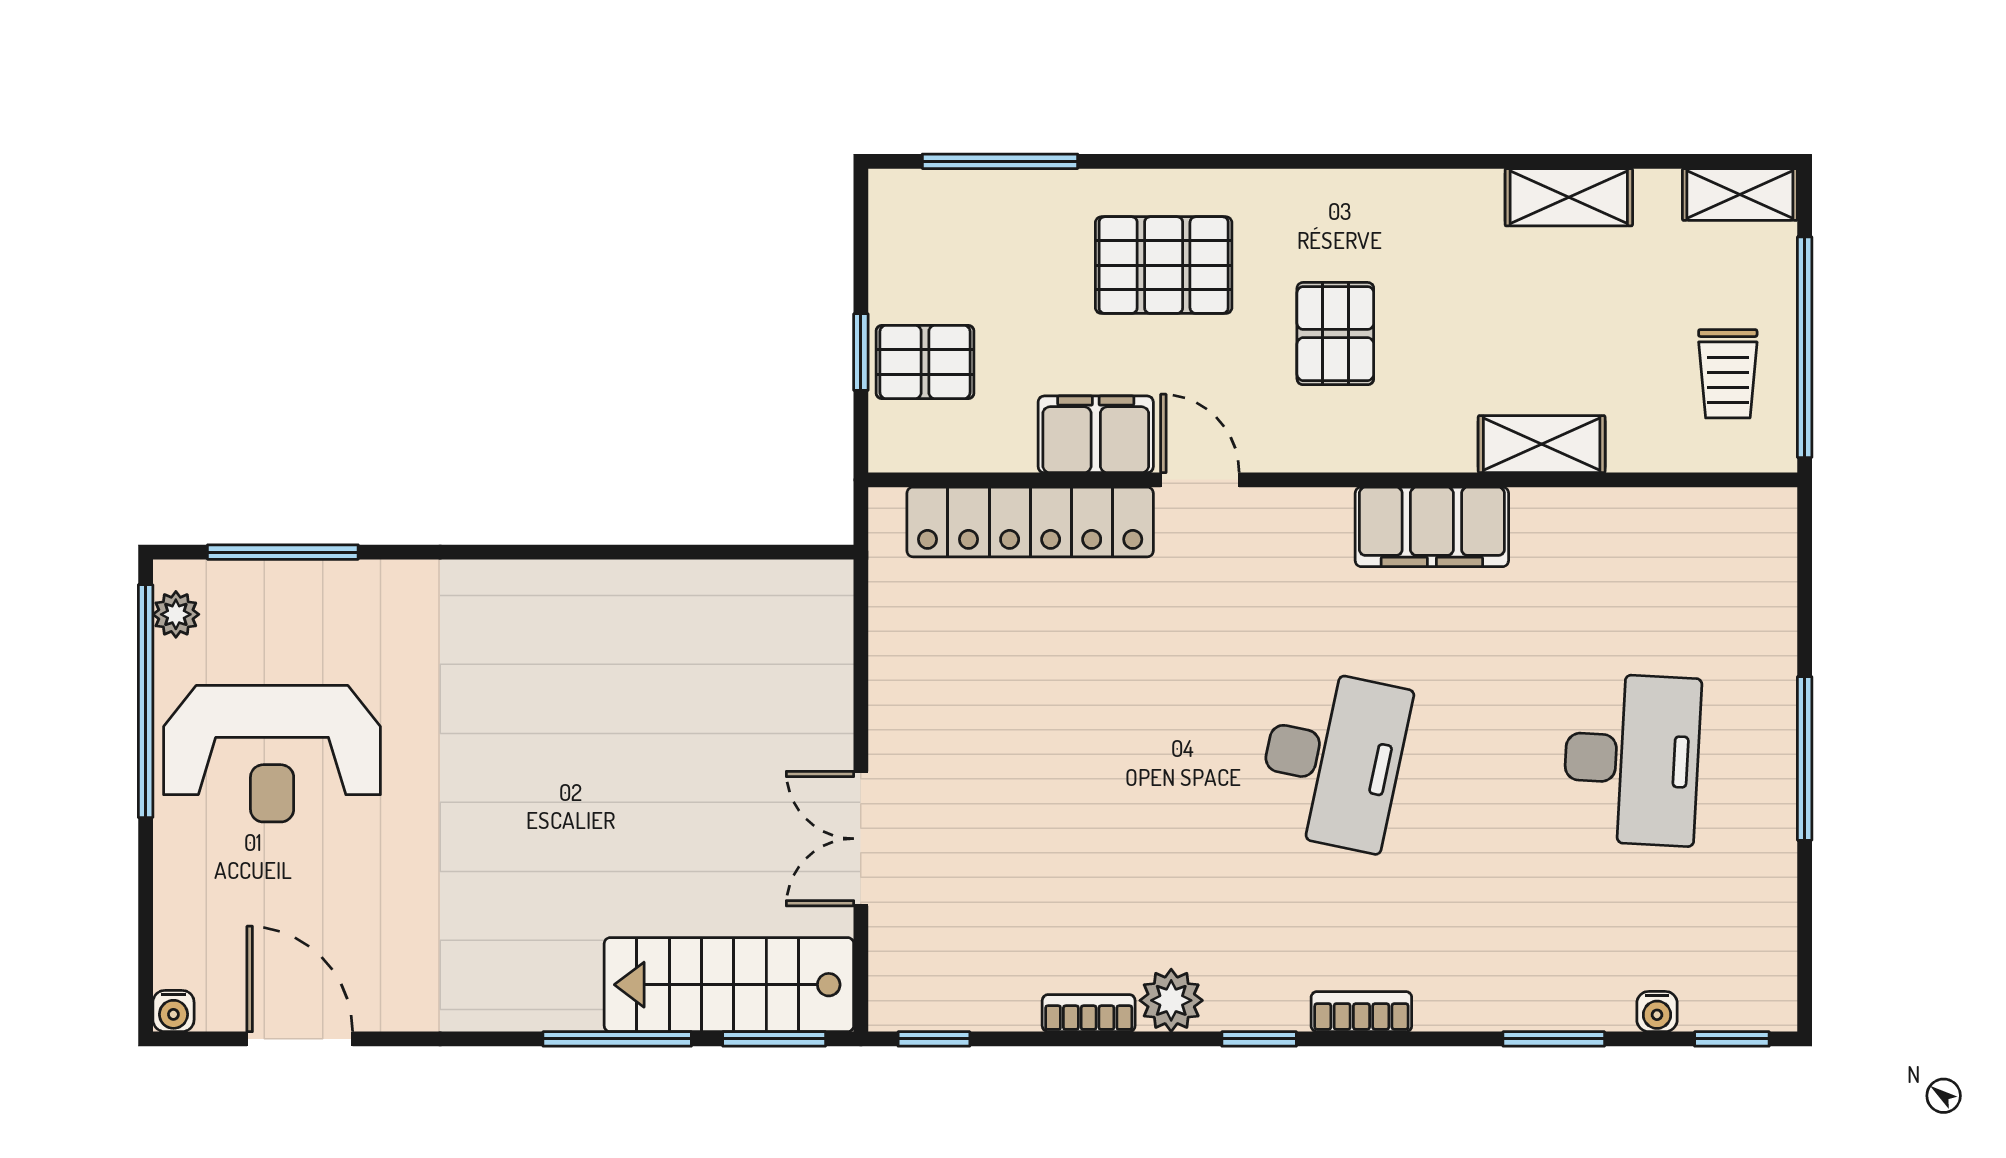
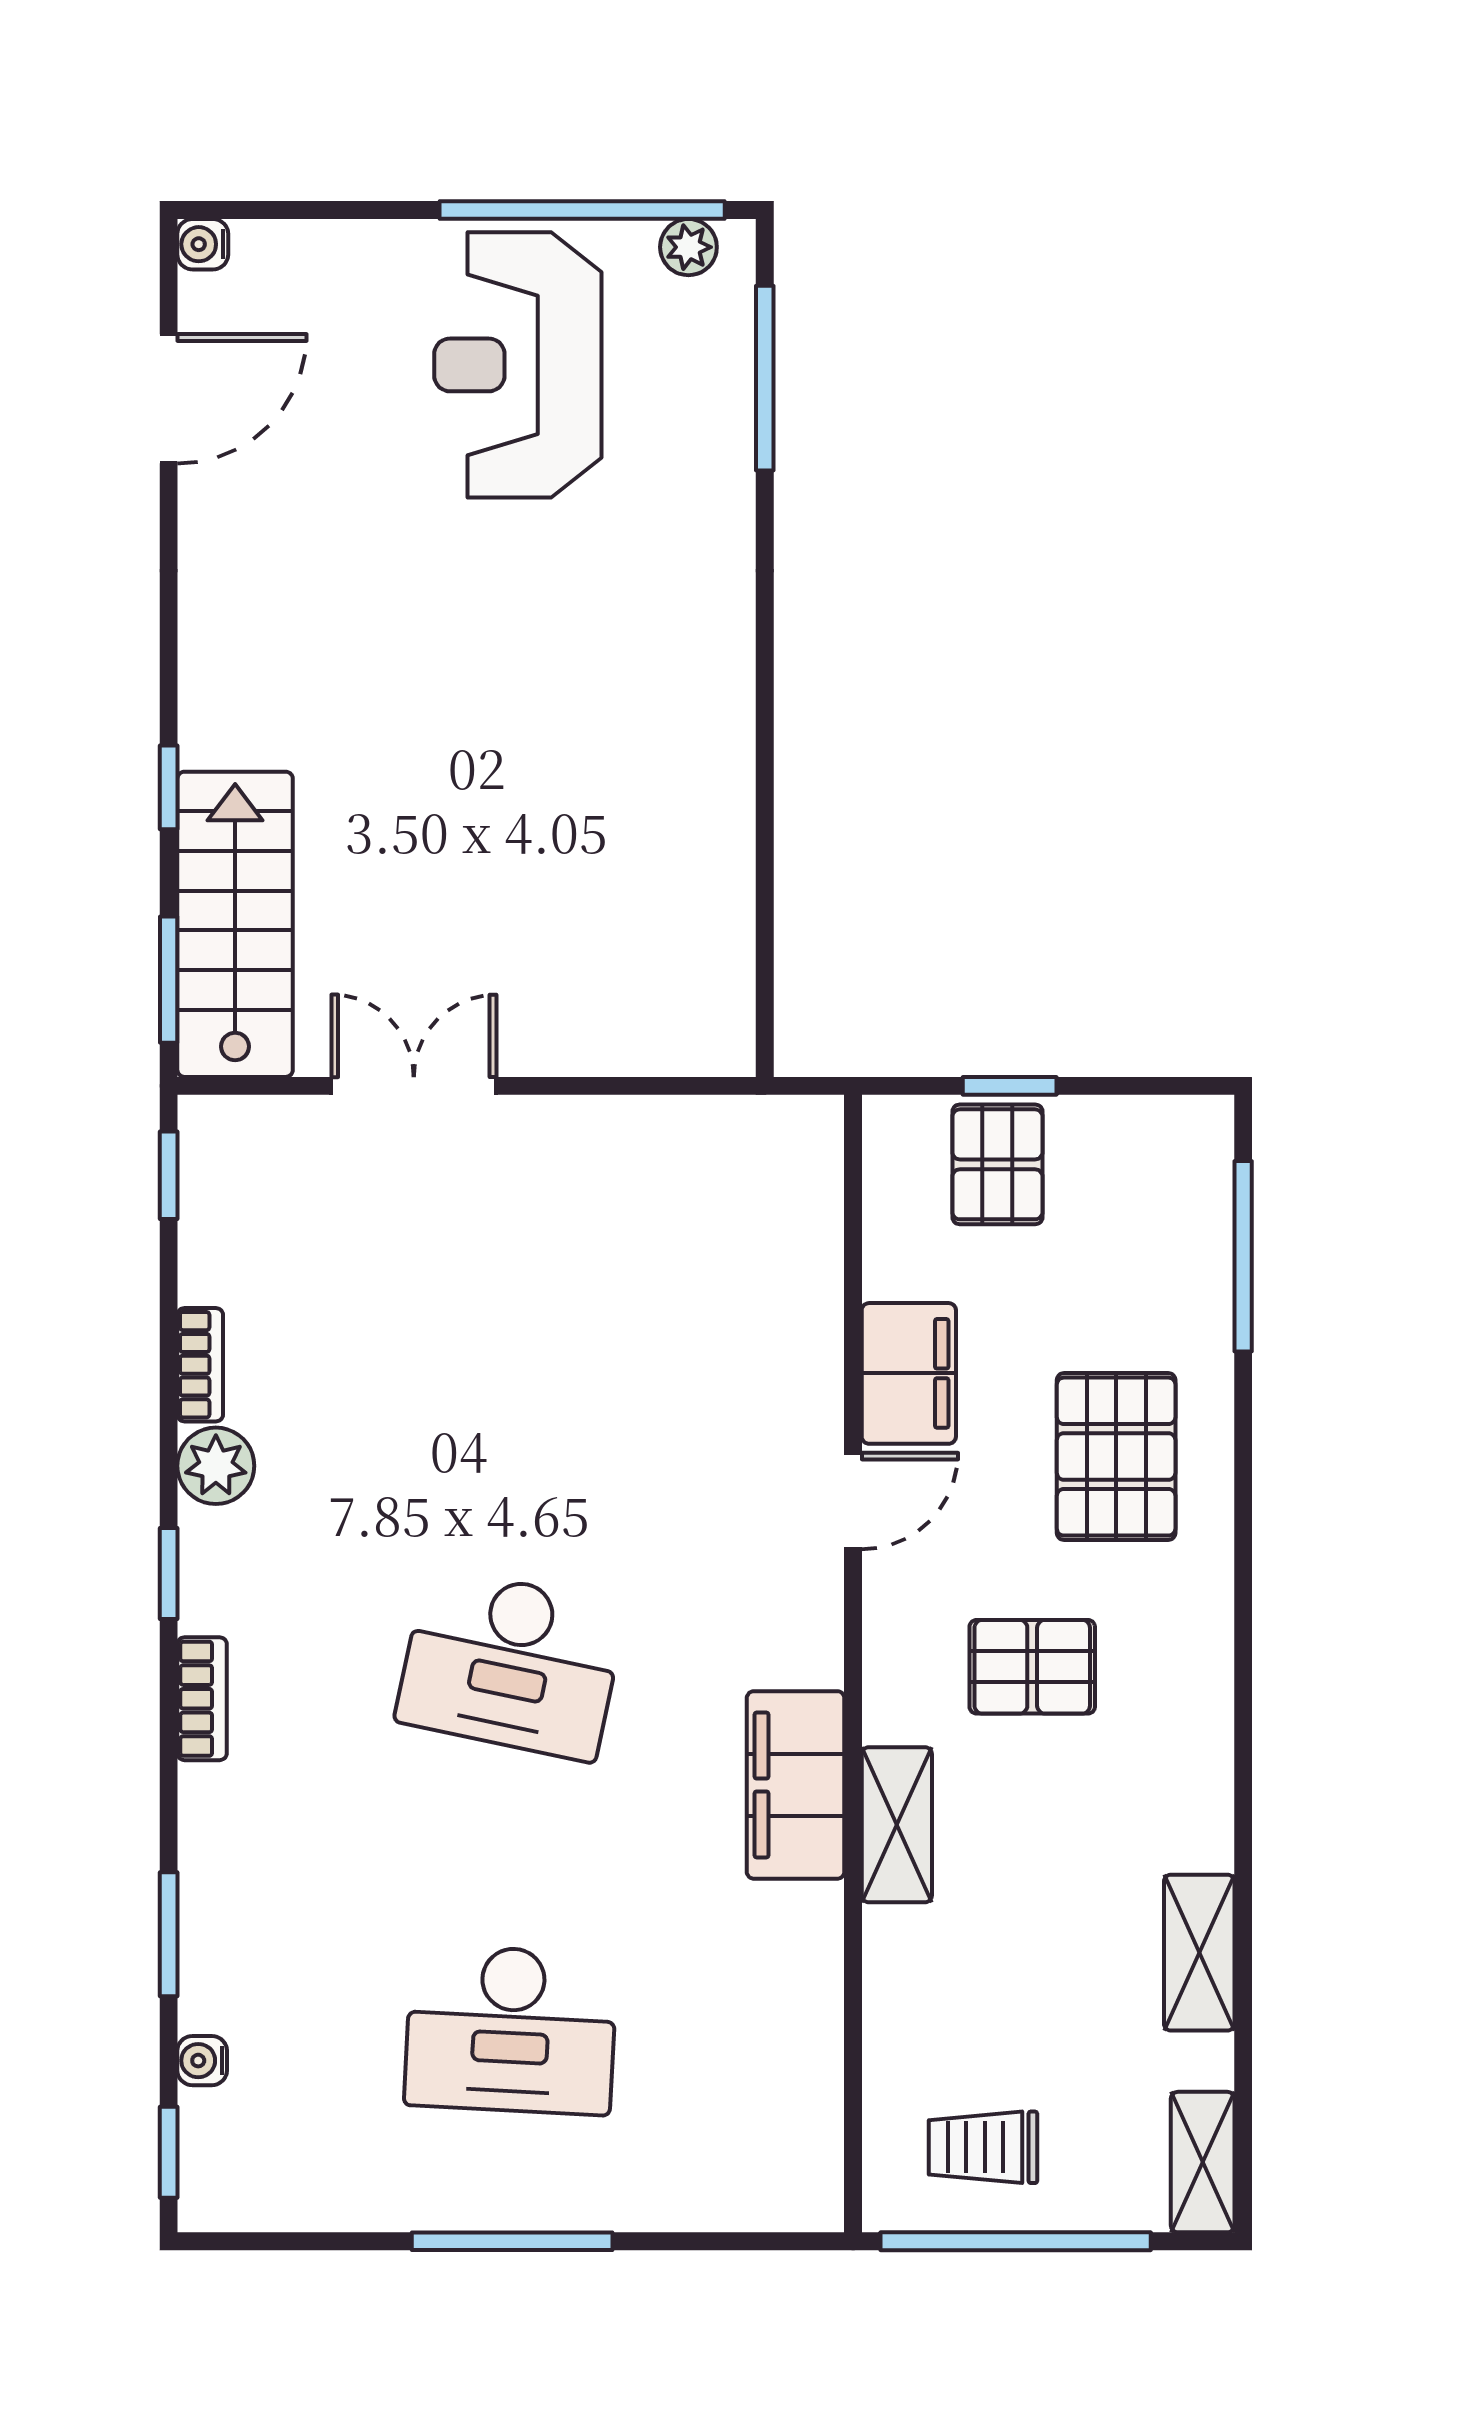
shelving: (1542, 444) -> (897, 1825), moved
locker: (1030, 522) -> (802, 1293), removed
window: (617, 1039) -> (169, 787), width x0.46

